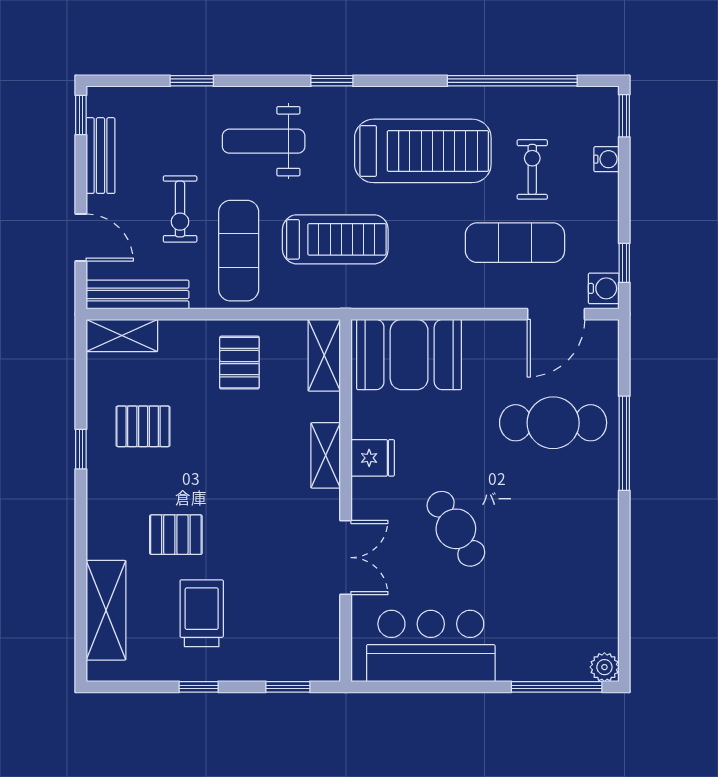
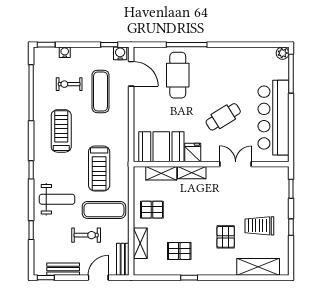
weight bench: (264, 141) -> (57, 199), turned -90
treadmill: (423, 151) -> (61, 131), width x0.73, depth x0.73
treadmill: (335, 239) -> (99, 169), turned 180
bench: (137, 295) -> (123, 259), width x0.73
shelving: (122, 335) -> (140, 243), moved
shelving: (324, 355) -> (161, 173), moved
booth: (409, 355) -> (161, 147), moved, turned 90
pallet: (143, 426) -> (179, 251), turned 90
bar counter: (431, 646) -> (273, 118), width x1.36

